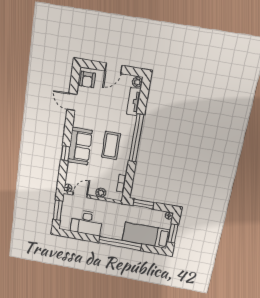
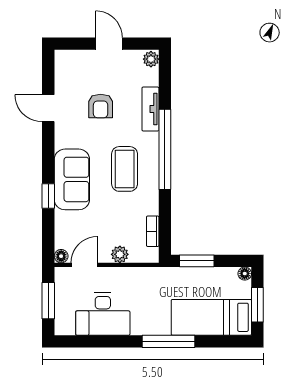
door: (114, 68) -> (109, 44), swing flipped
armchair: (87, 80) -> (101, 106), moved
tv unit: (134, 102) -> (150, 109), moved
window: (120, 243) -> (169, 341), width x0.68

